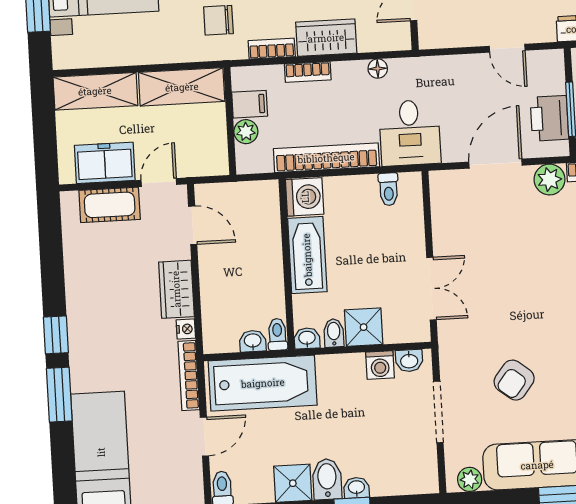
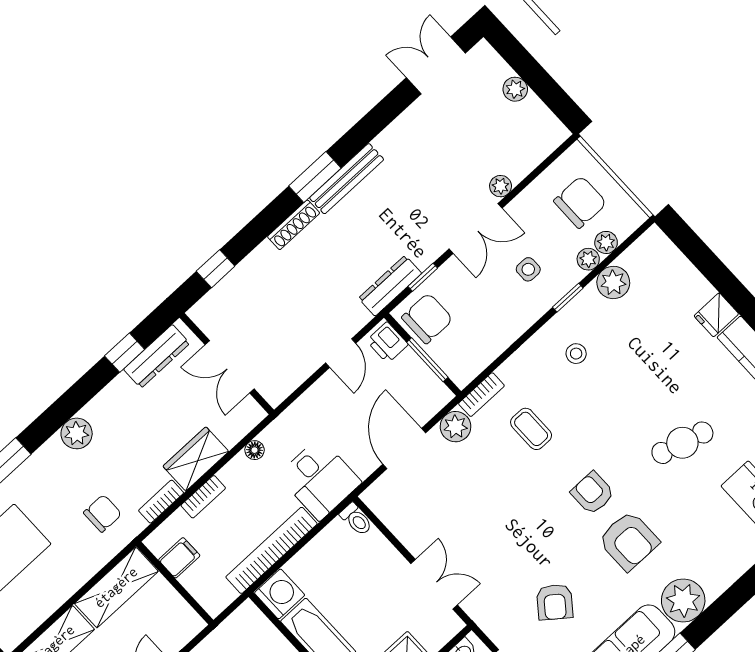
chair: (218, 20) -> (103, 513), turned 180
door: (507, 48) -> (341, 353), hinge flipped
printer: (549, 118) -> (387, 343), moved, width x0.73, depth x0.81
plant: (246, 132) -> (194, 581), removed
toilet: (389, 189) -> (356, 519), moved

